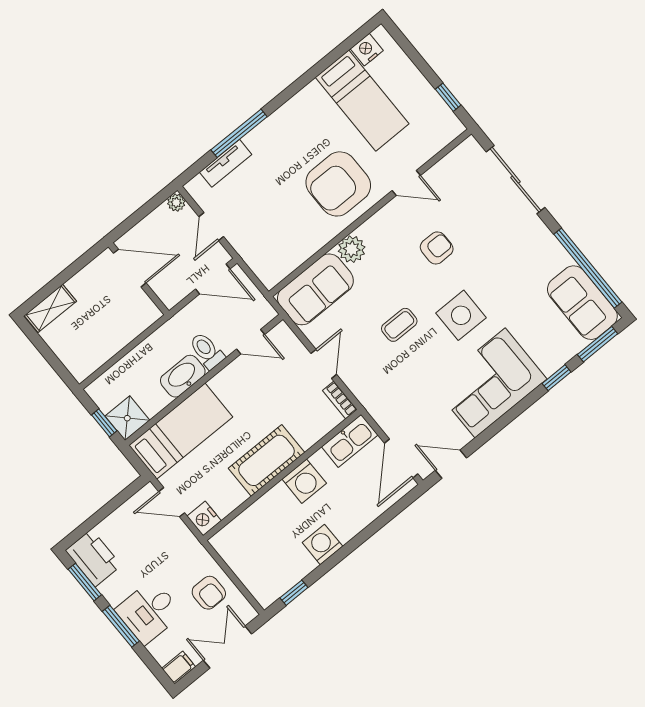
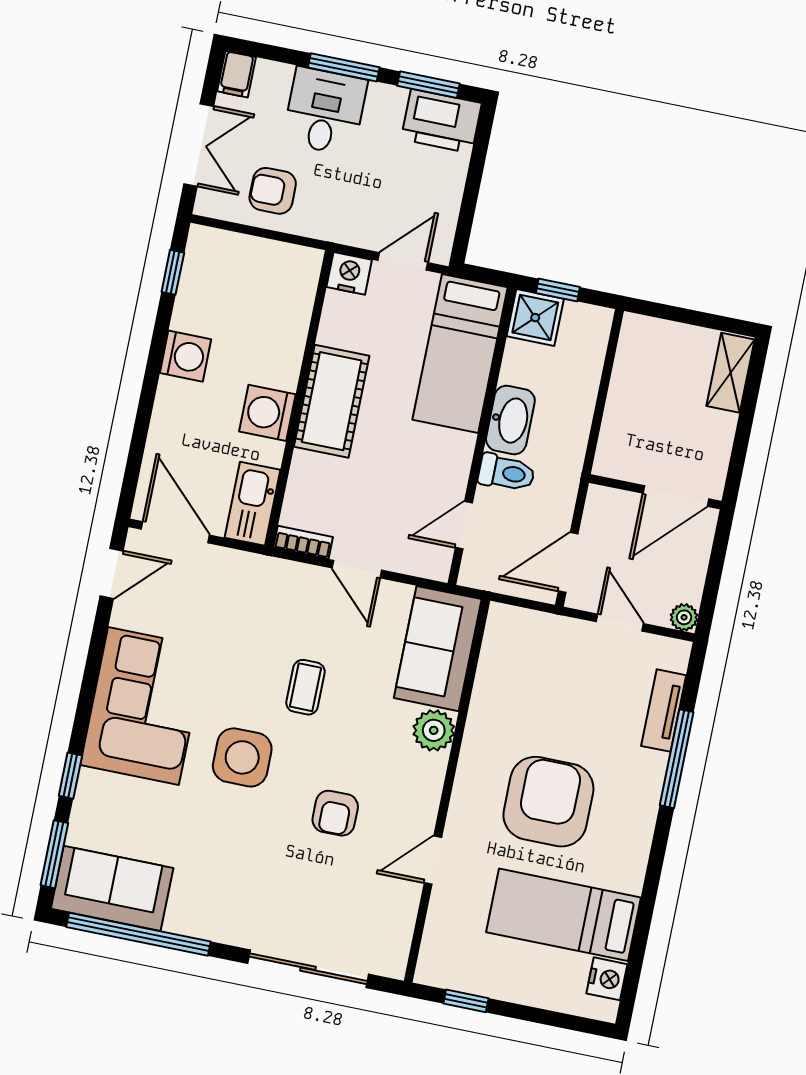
armchair: (338, 184) -> (548, 802), moved

